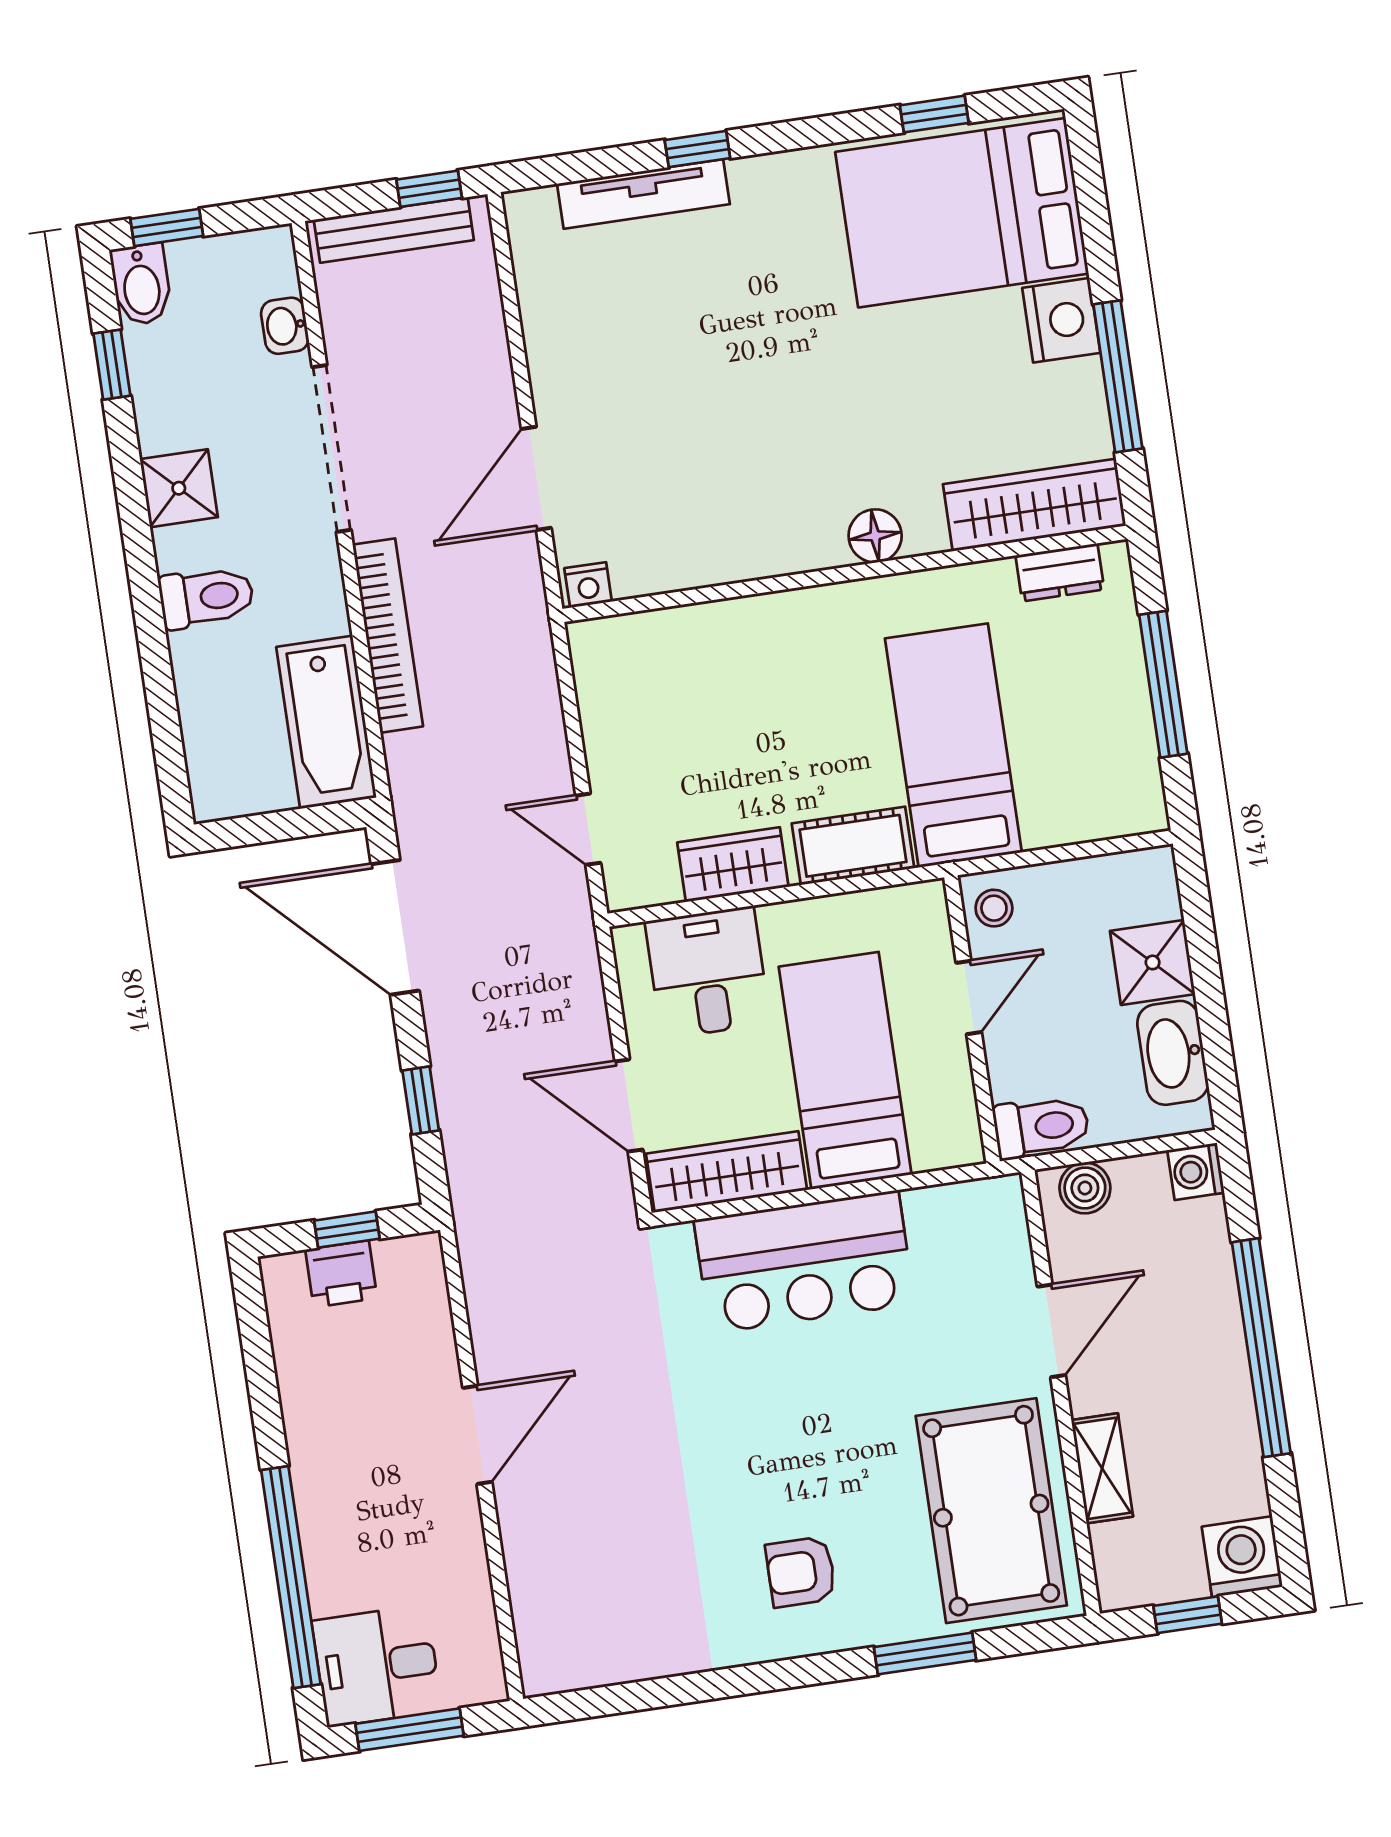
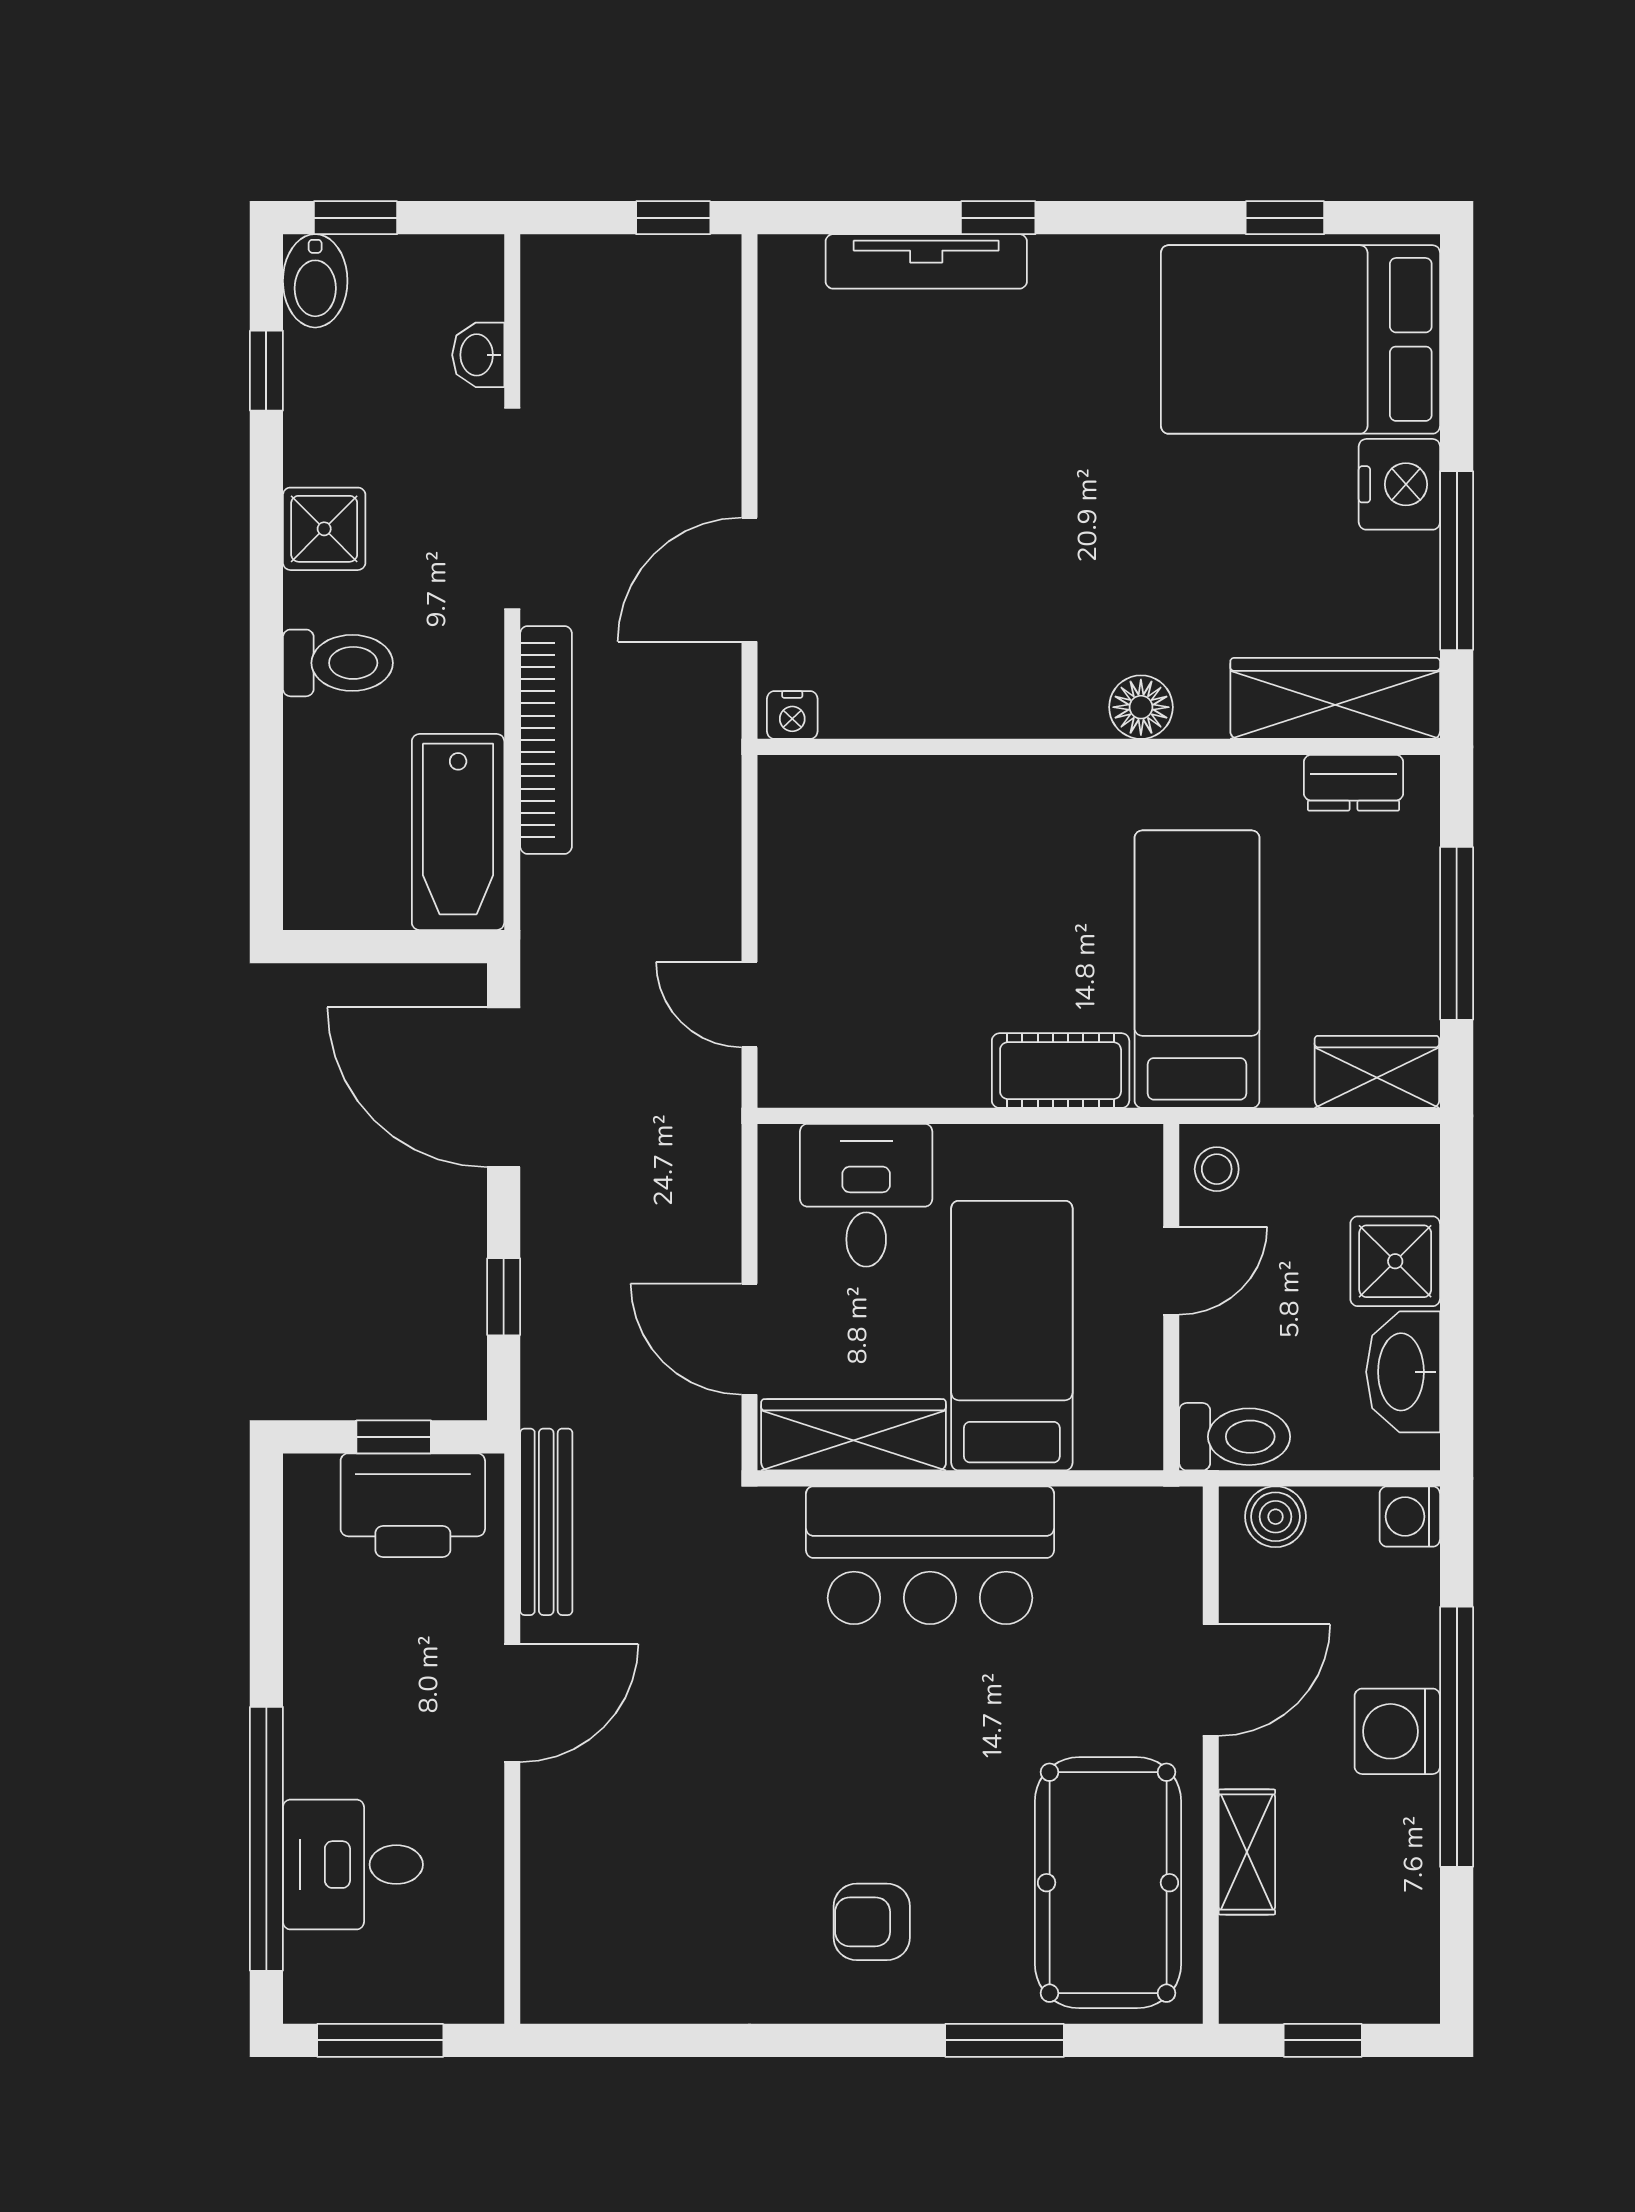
bench: (394, 230) -> (546, 1522), moved, turned 90
wardrobe: (733, 865) -> (1377, 1072), moved
printer: (341, 1274) -> (413, 1505), width x1.87, depth x1.48
washing machine: (1242, 1557) -> (1397, 1731), moved, turned -90
desk: (377, 1666) -> (353, 1865), moved

